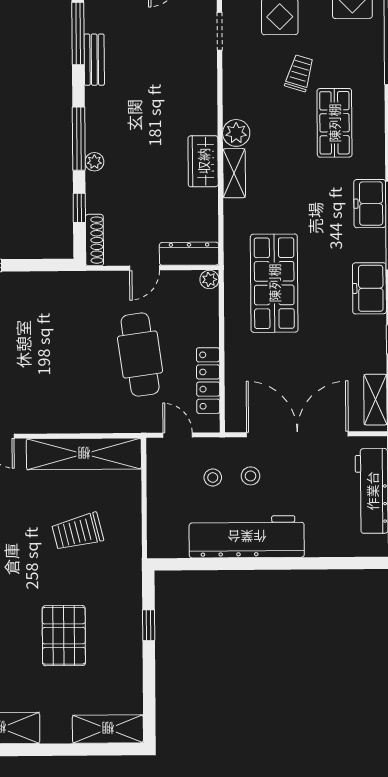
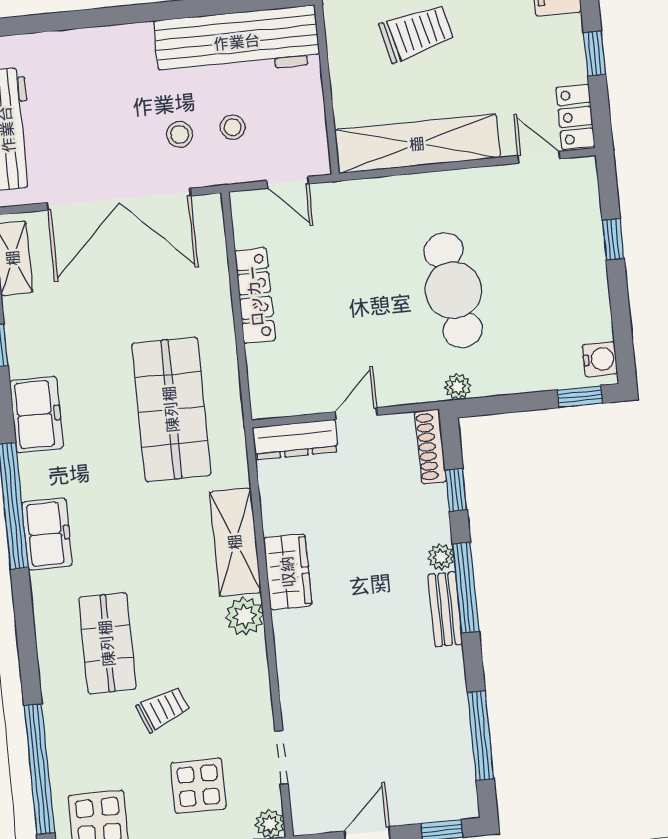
bench: (94, 60) -> (445, 609), moved
trolley: (299, 73) -> (163, 709), turned -129
shelving: (234, 173) -> (235, 542), width x1.50, depth x1.33
plant: (209, 279) -> (458, 387), moved
cafe table: (140, 355) -> (453, 290), moved
locker: (208, 381) -> (255, 296), moved
workbench: (247, 537) -> (237, 42), moved

